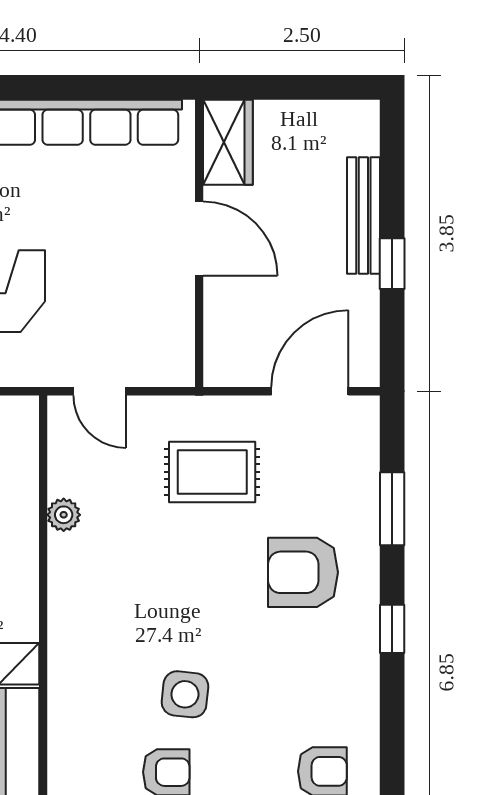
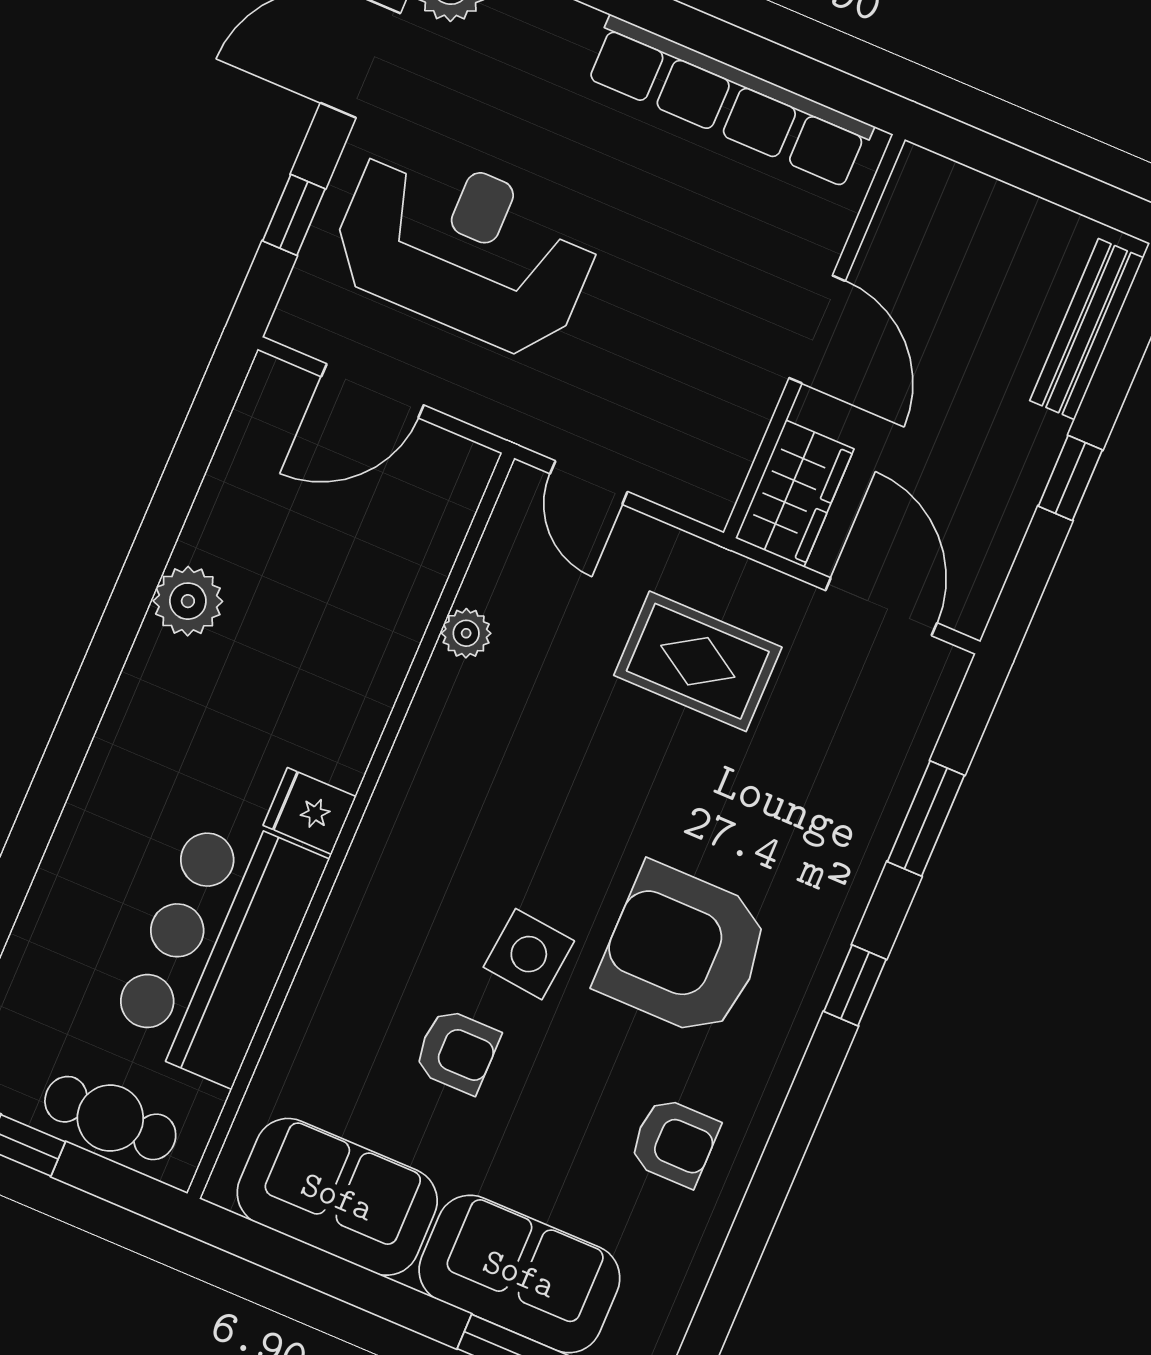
wardrobe: (228, 142) -> (795, 494), moved
bench: (363, 215) -> (1087, 329), moved
door: (310, 391) -> (881, 607), hinge flipped
armchair: (303, 572) -> (684, 951), moved, width x1.36, depth x1.36

